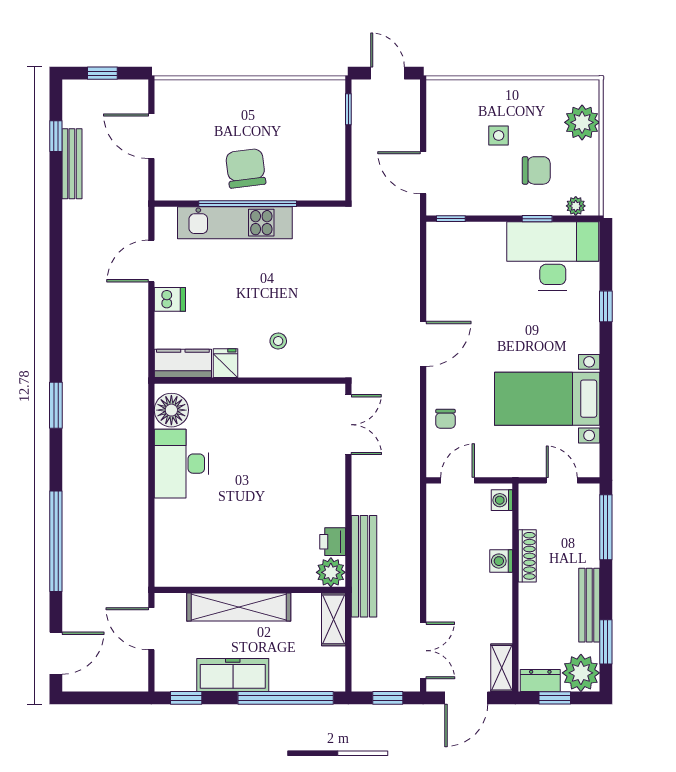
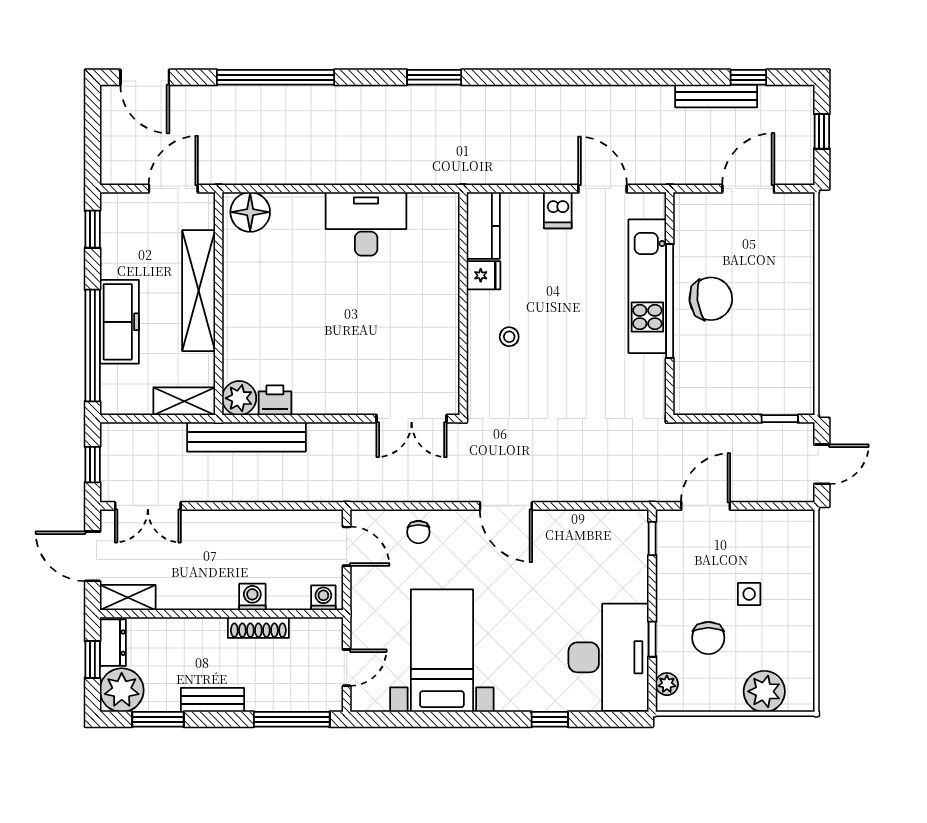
floor lamp: (171, 410) -> (250, 212), moved
chair: (445, 419) -> (418, 532), turned -90
bench: (589, 605) -> (212, 700), width x0.73
freezer: (233, 675) -> (119, 322), moved

